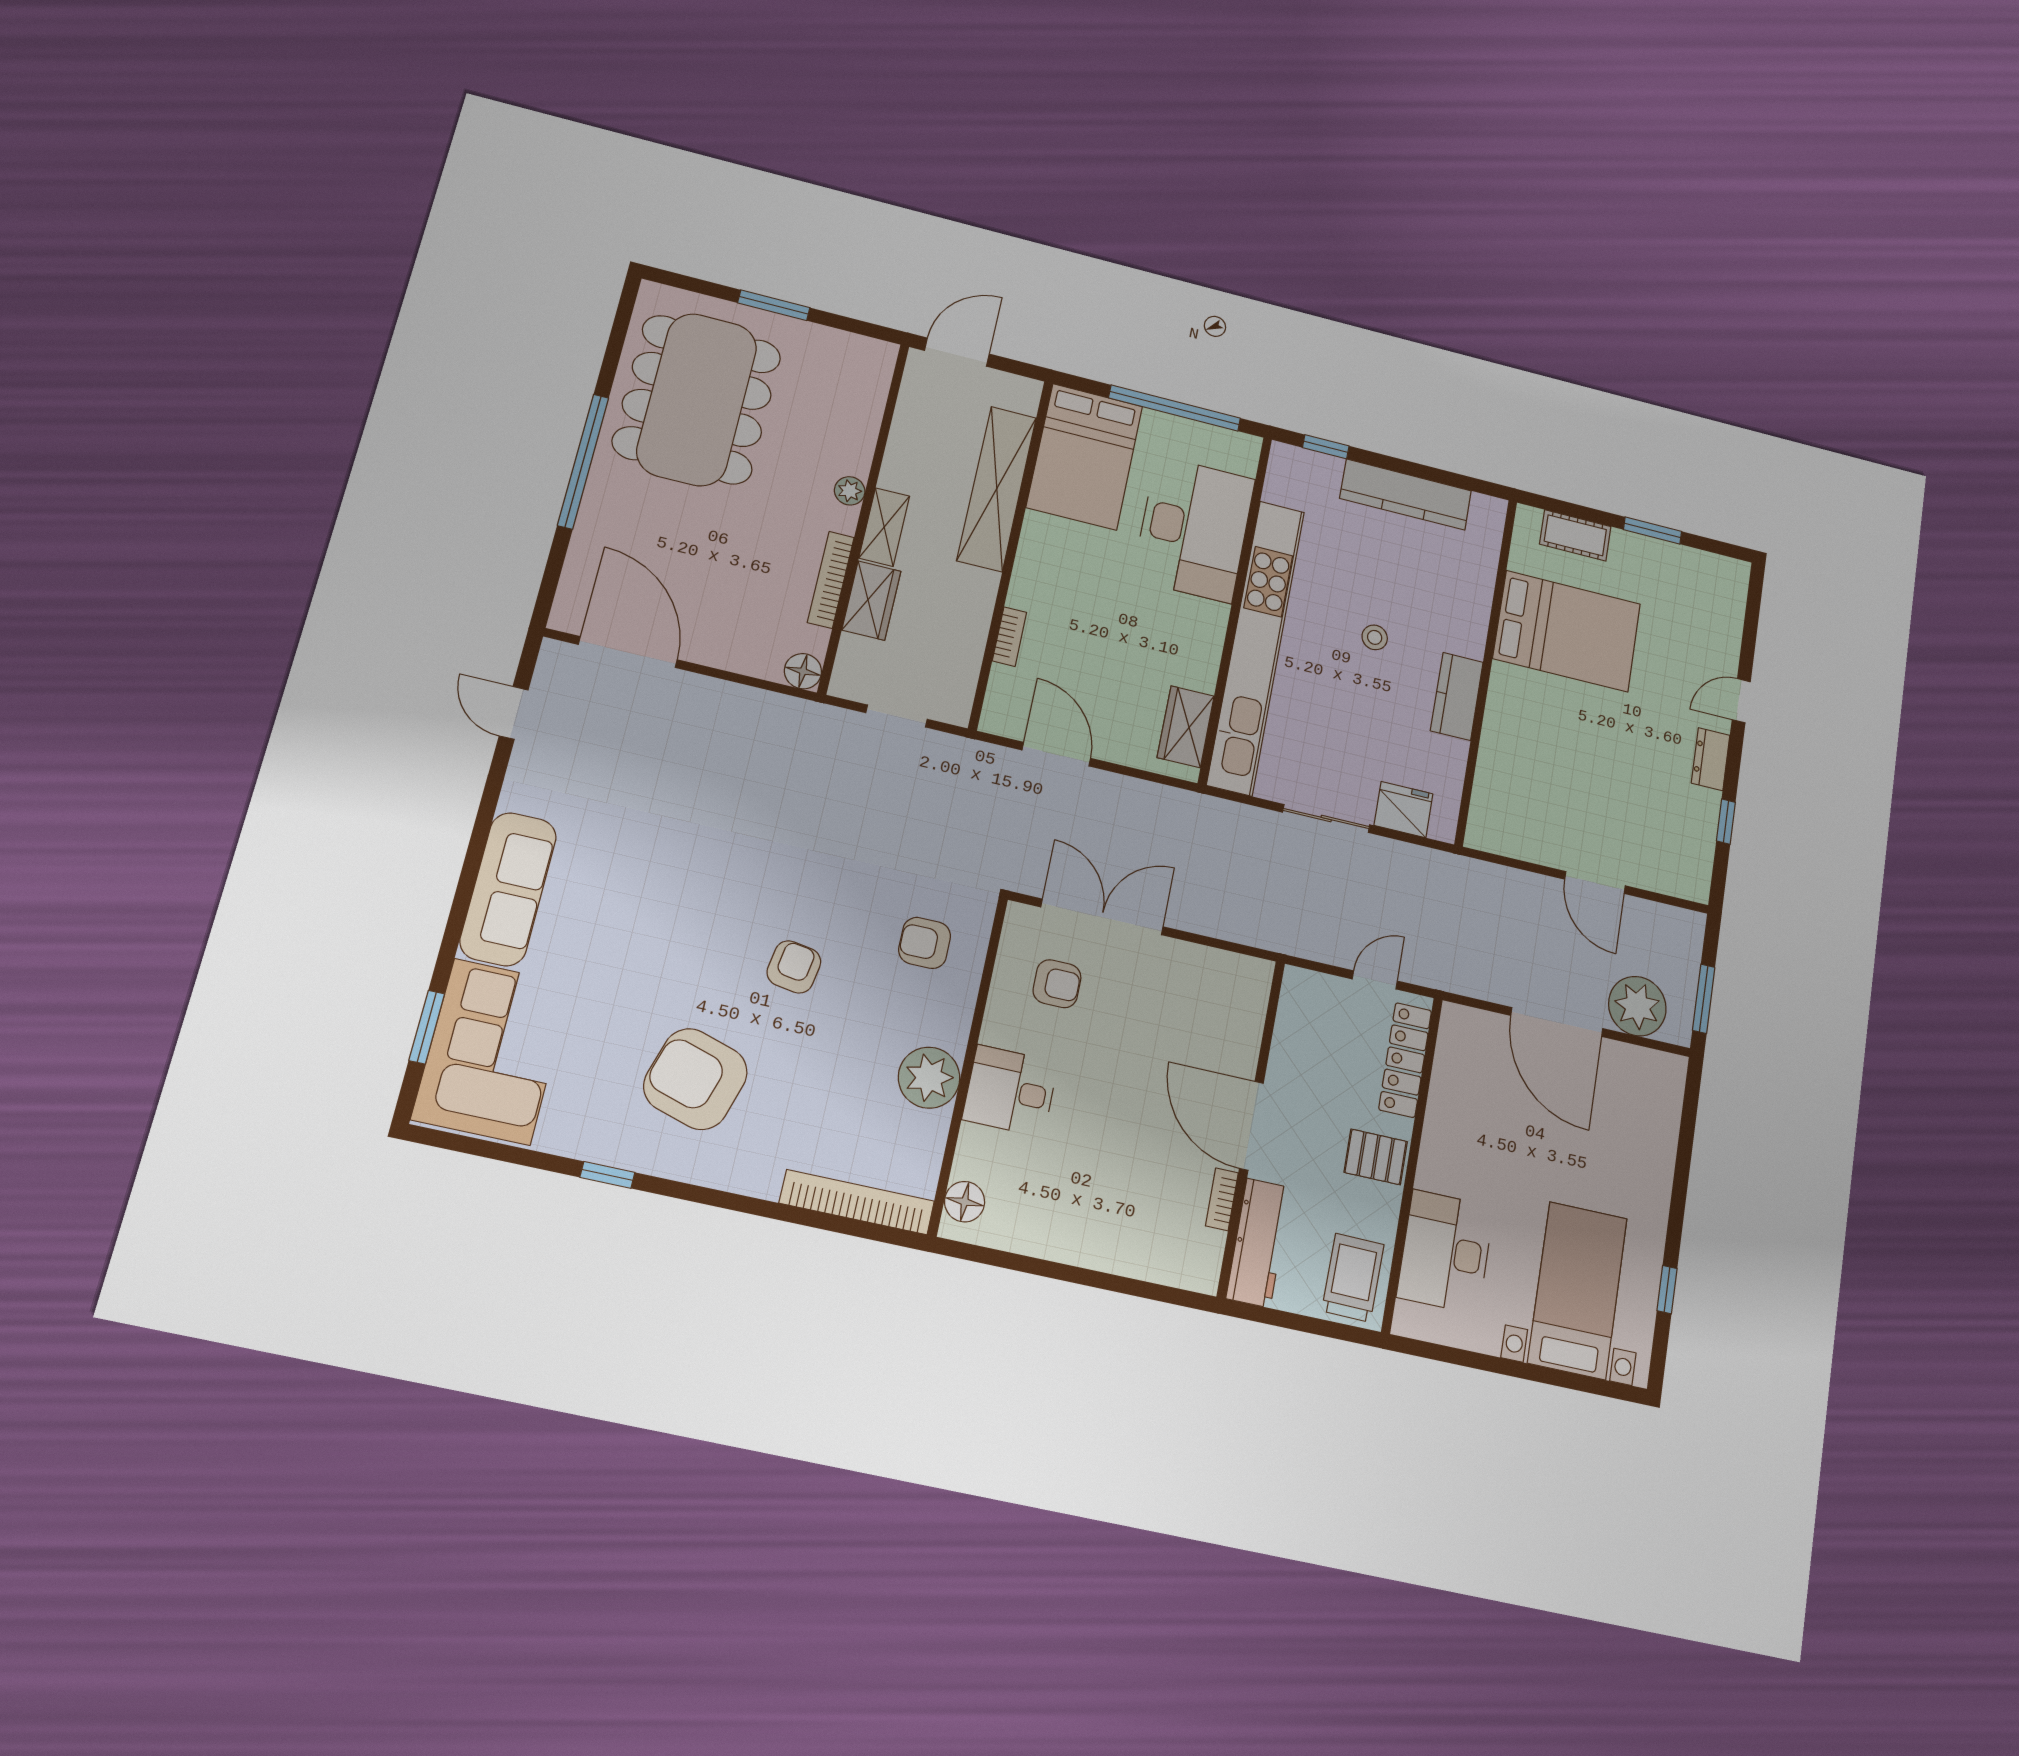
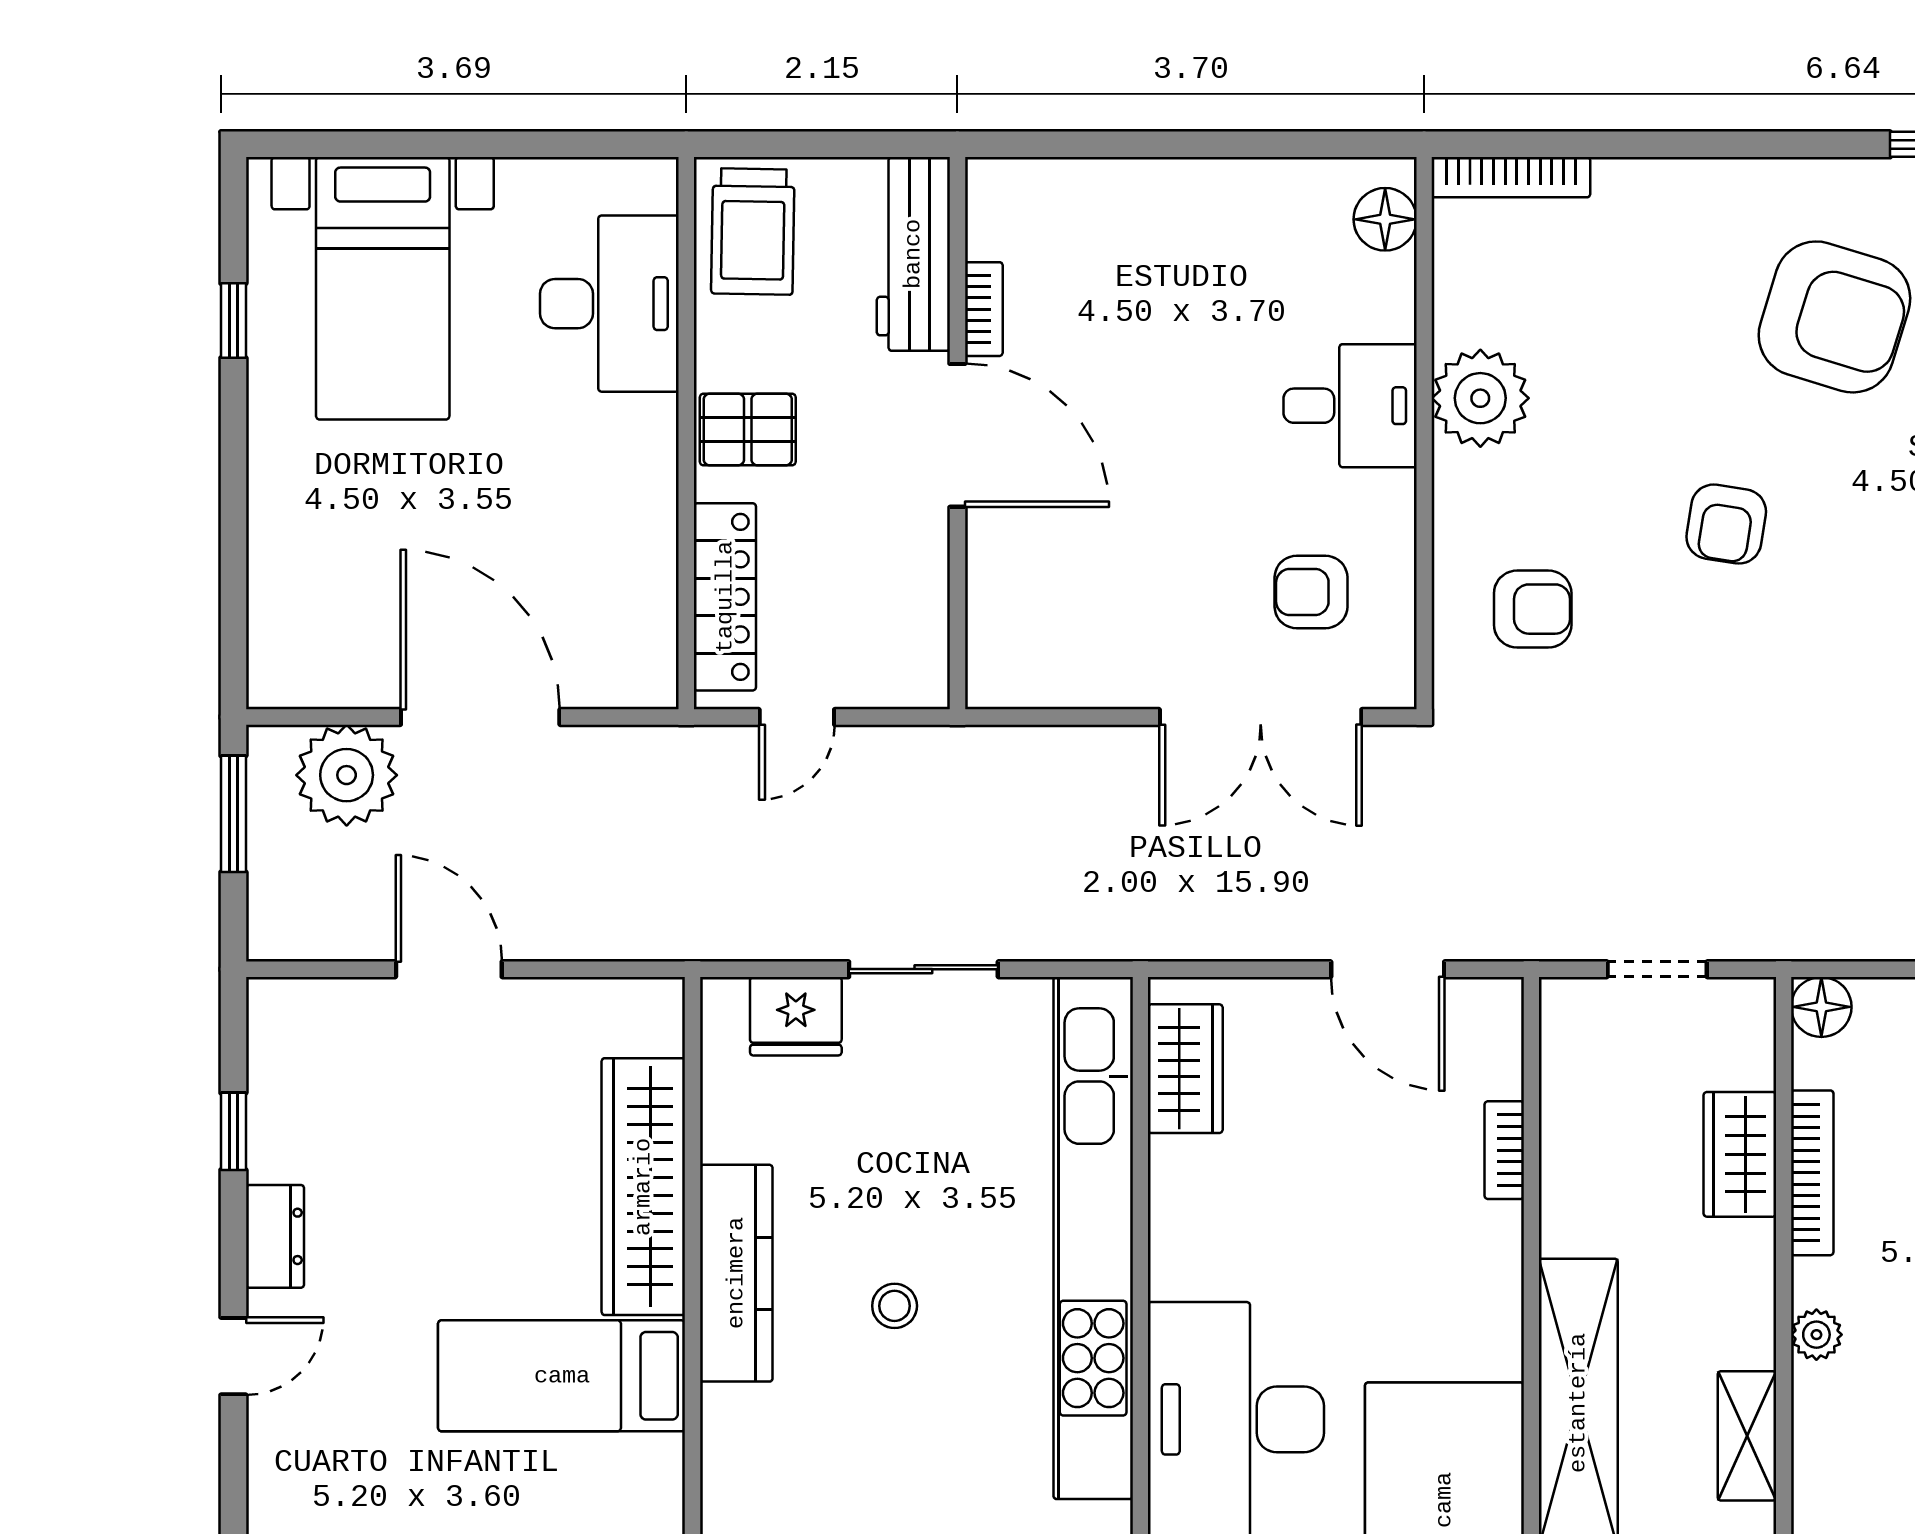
shelving: (884, 527) -> (1747, 1436), moved
bed: (1567, 631) -> (562, 1376), width x0.67
kitchen counter: (1457, 696) -> (736, 1273), width x1.50
wardrobe: (1504, 736) -> (643, 1187), added
bookcase: (857, 1202) -> (1511, 177), width x0.68, depth x0.76

